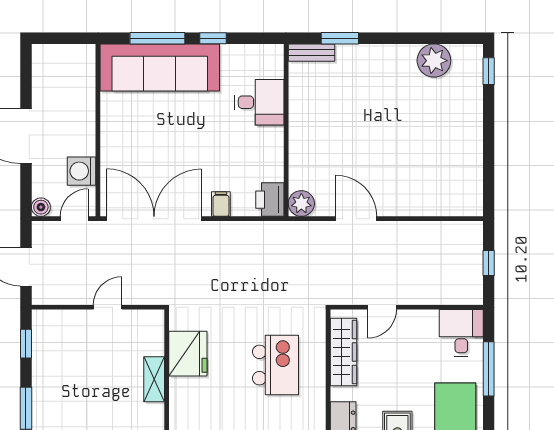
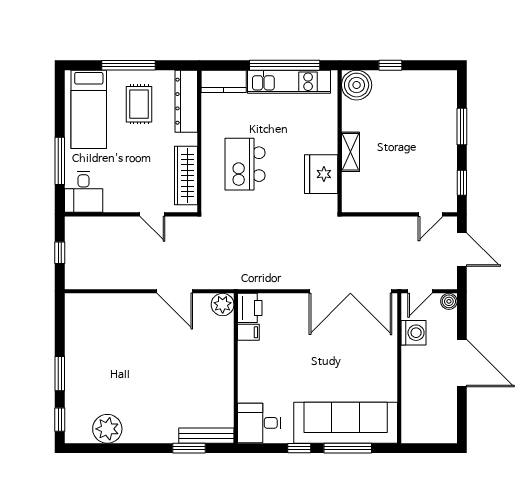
bench: (312, 53) -> (206, 436), width x1.36
desk: (259, 102) -> (259, 423), moved
window: (489, 124) -> (60, 374), added
filing cabinet: (221, 204) -> (248, 332), moved, turned -90
door: (108, 307) -> (430, 214), moved
door: (382, 307) -> (152, 214), swing flipped

